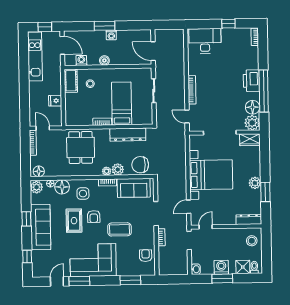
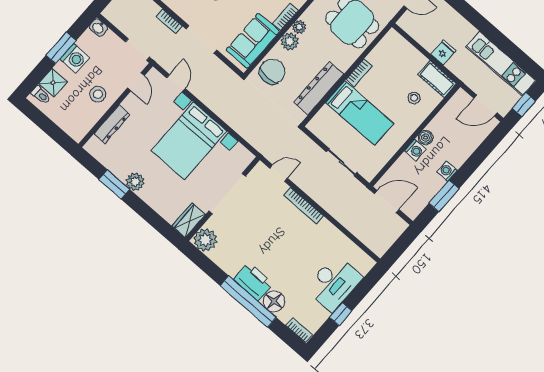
window: (104, 26) -> (444, 196), moved
desk: (205, 41) -> (334, 283), moved
washing machine: (81, 61) -> (415, 150), moved
window: (264, 91) -> (248, 302), moved
fridge: (55, 101) -> (443, 52), moved
floor lamp: (253, 107) -> (274, 301), moved
dresser: (249, 220) -> (112, 124), moved
stool: (252, 241) -> (98, 94), moved

